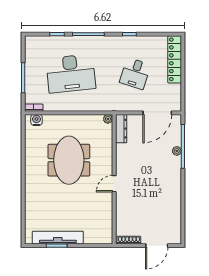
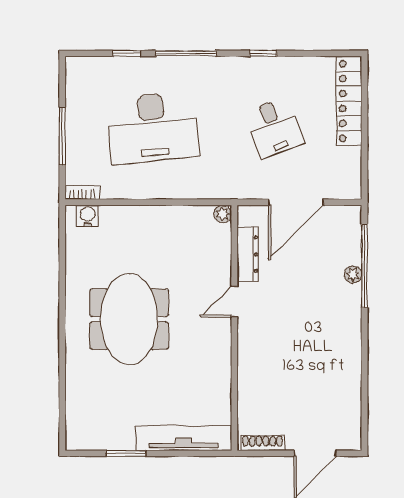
desk: (135, 73) -> (274, 128), turned -39
door: (157, 113) -> (296, 202), moved
dresser: (121, 129) -> (248, 254), moved
meeting table: (69, 160) -> (129, 319), moved
door: (114, 184) -> (234, 301), moved
tv unit: (58, 238) -> (183, 438), moved

